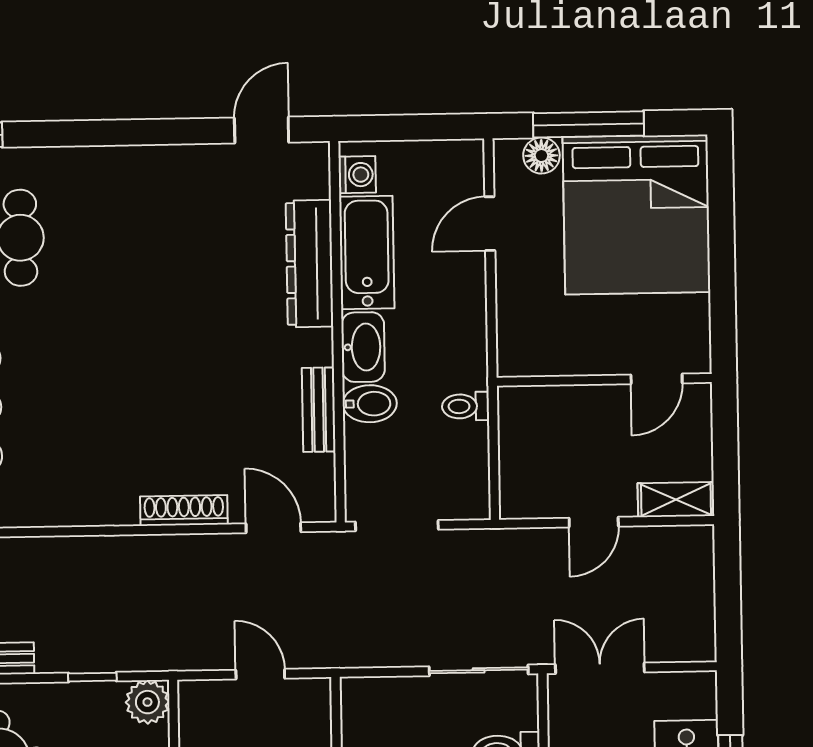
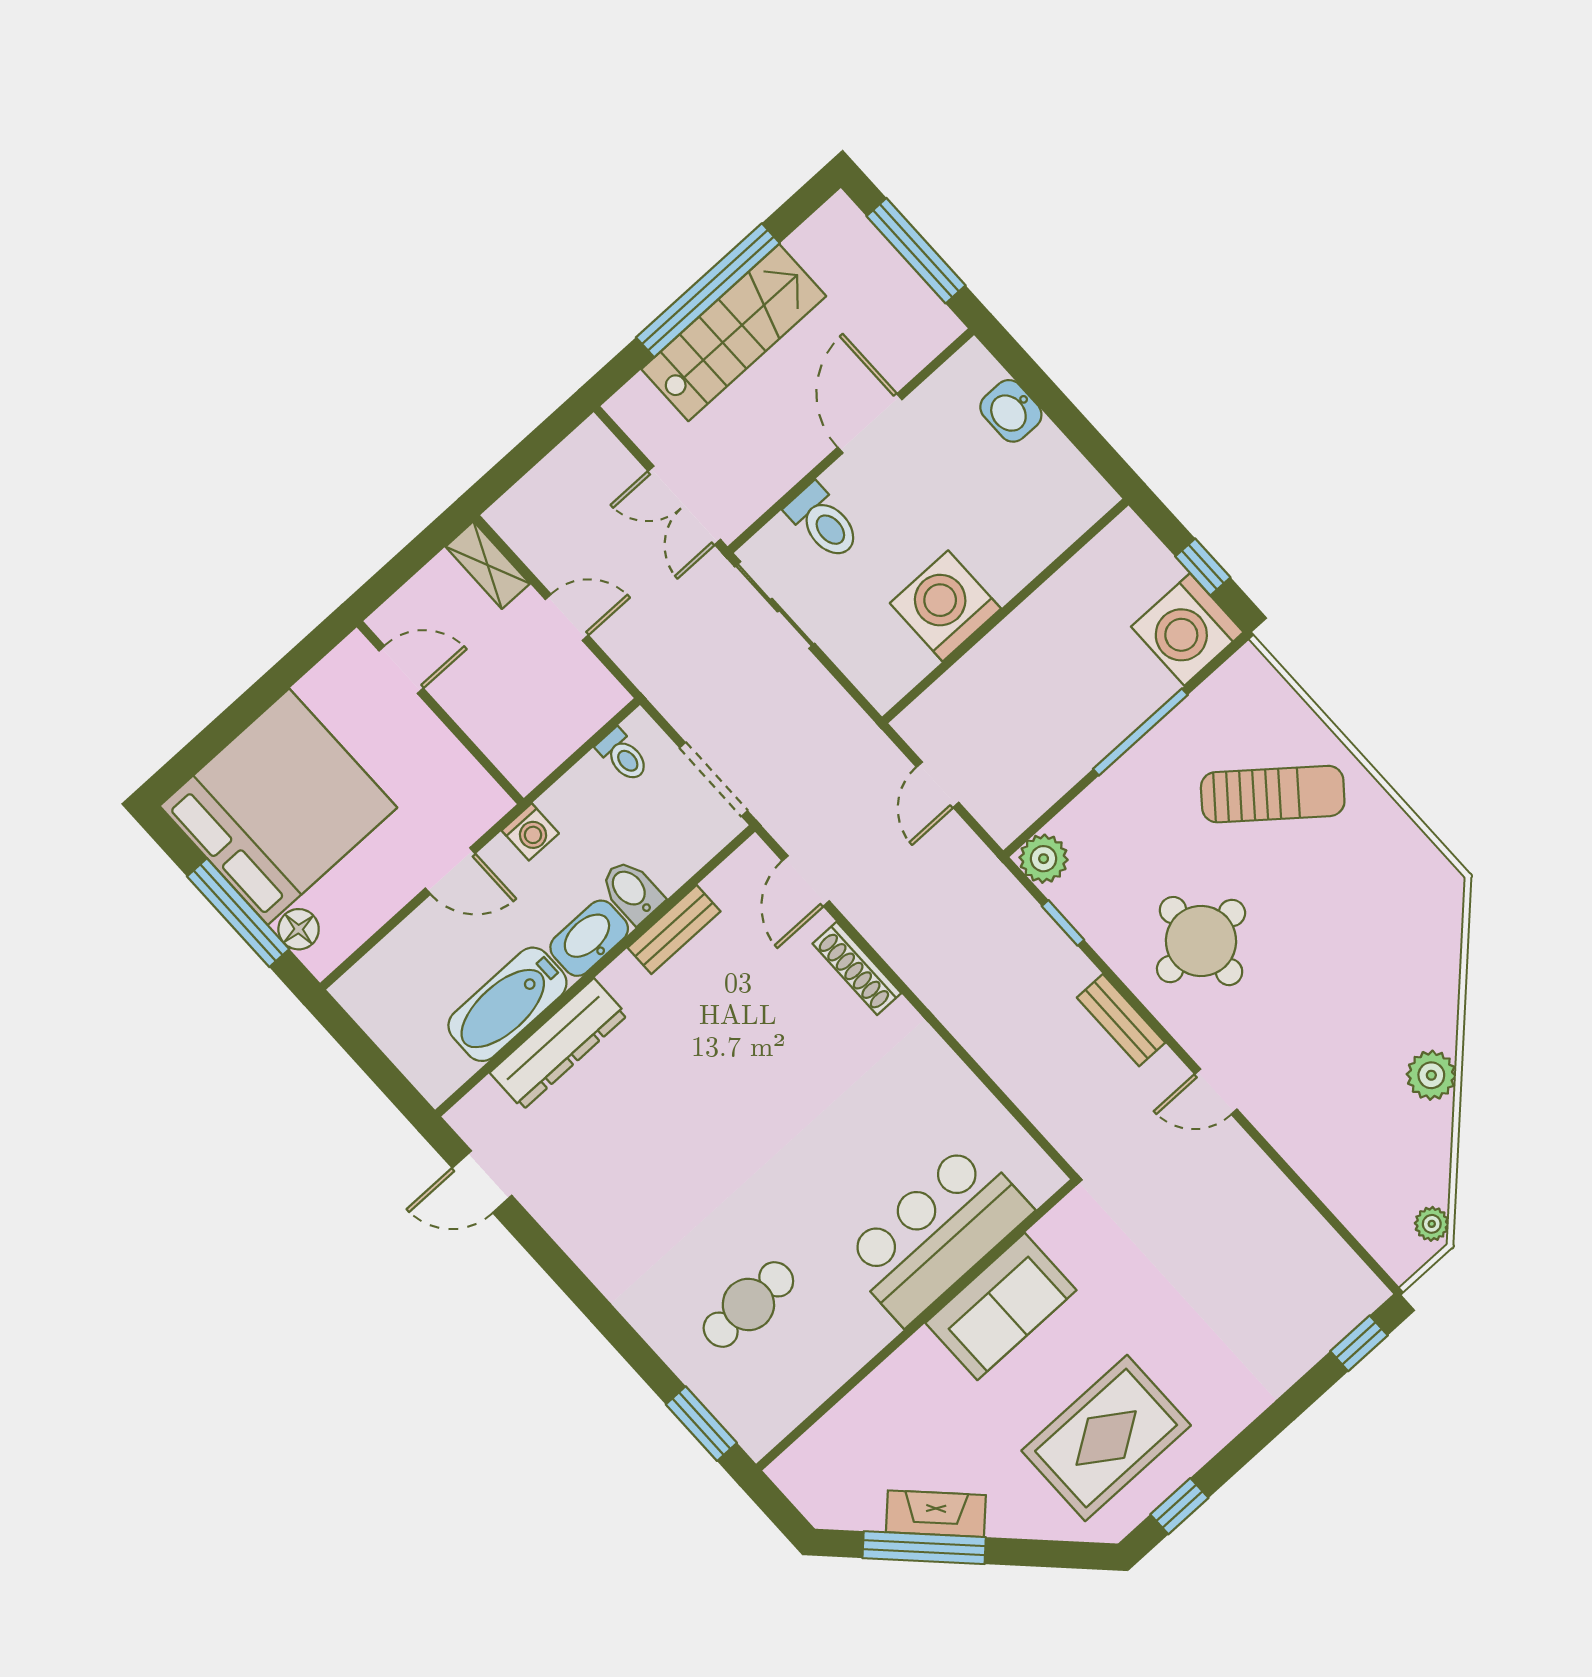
washing machine: (357, 175) -> (530, 832), moved, turned 180
door: (490, 224) -> (450, 871), moved
toilet: (466, 406) -> (623, 755), moved

